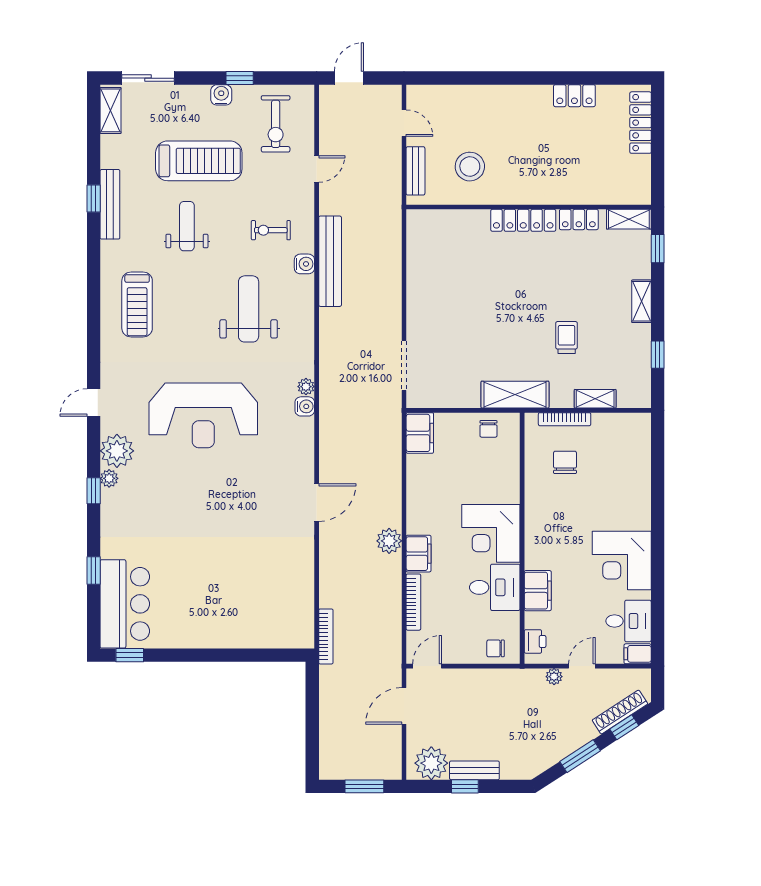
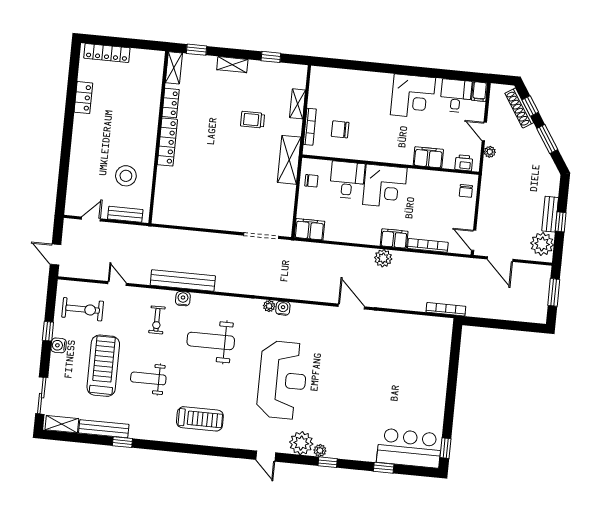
bench: (110, 204) -> (104, 429), moved
desk: (495, 587) -> (347, 180), moved

